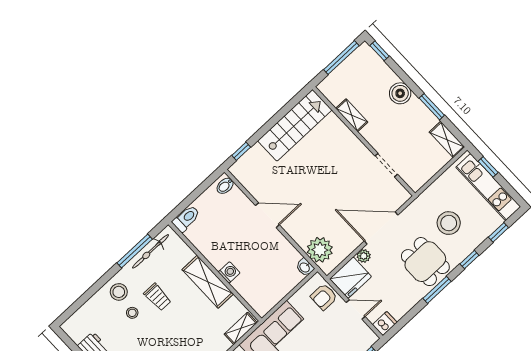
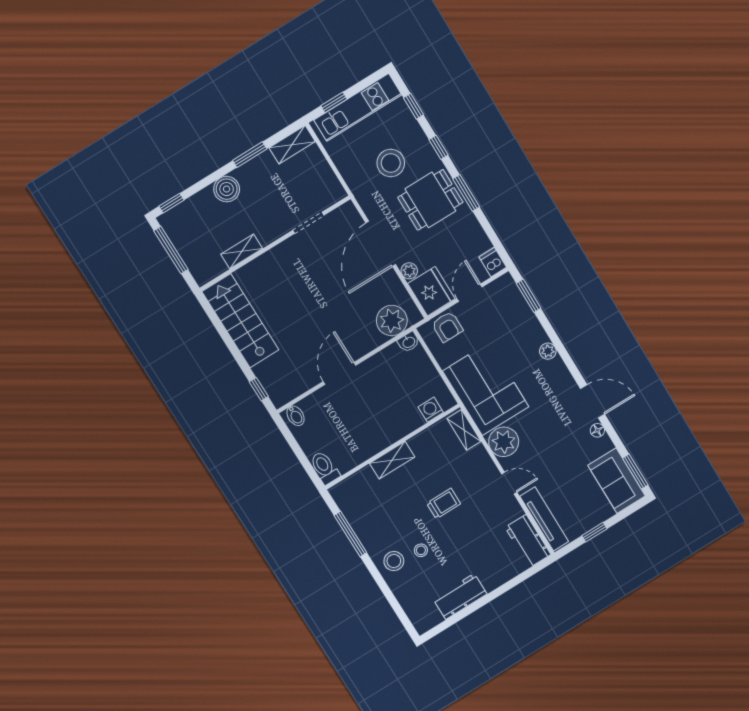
bicycle: (151, 251) -> (354, 516), removed
washing machine: (229, 272) -> (431, 410), moved
shelving: (208, 282) -> (392, 460), width x0.67, depth x0.75
trolley: (158, 297) -> (444, 504), moved

